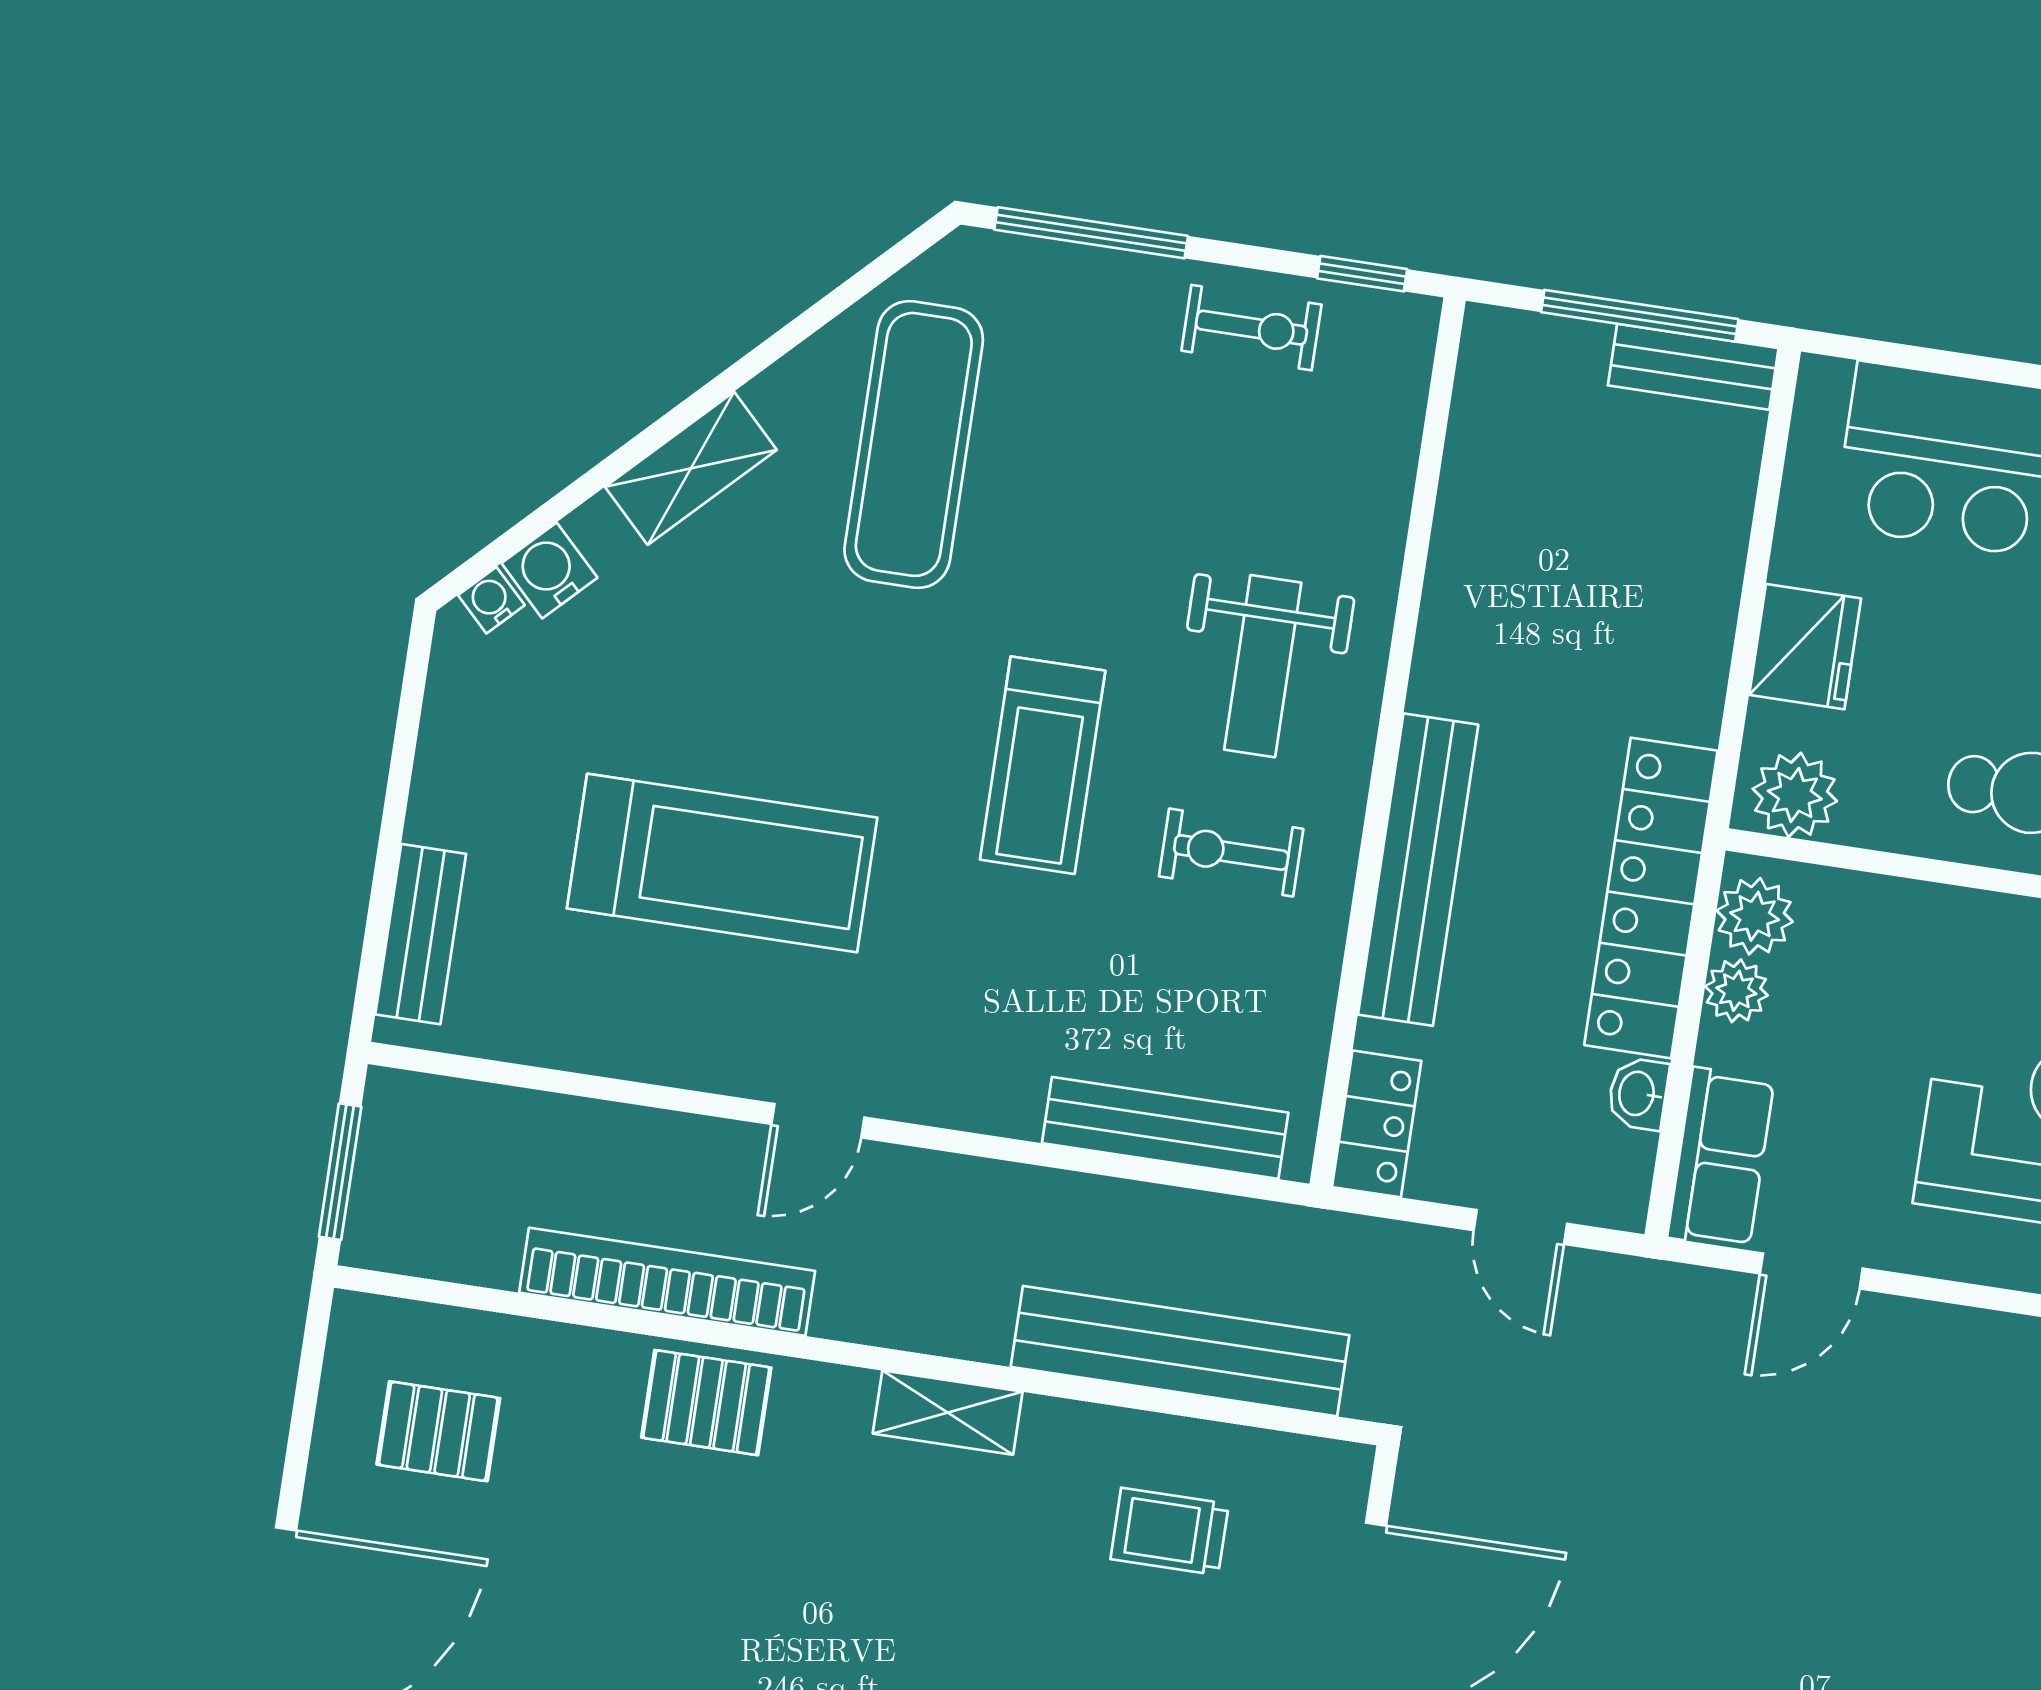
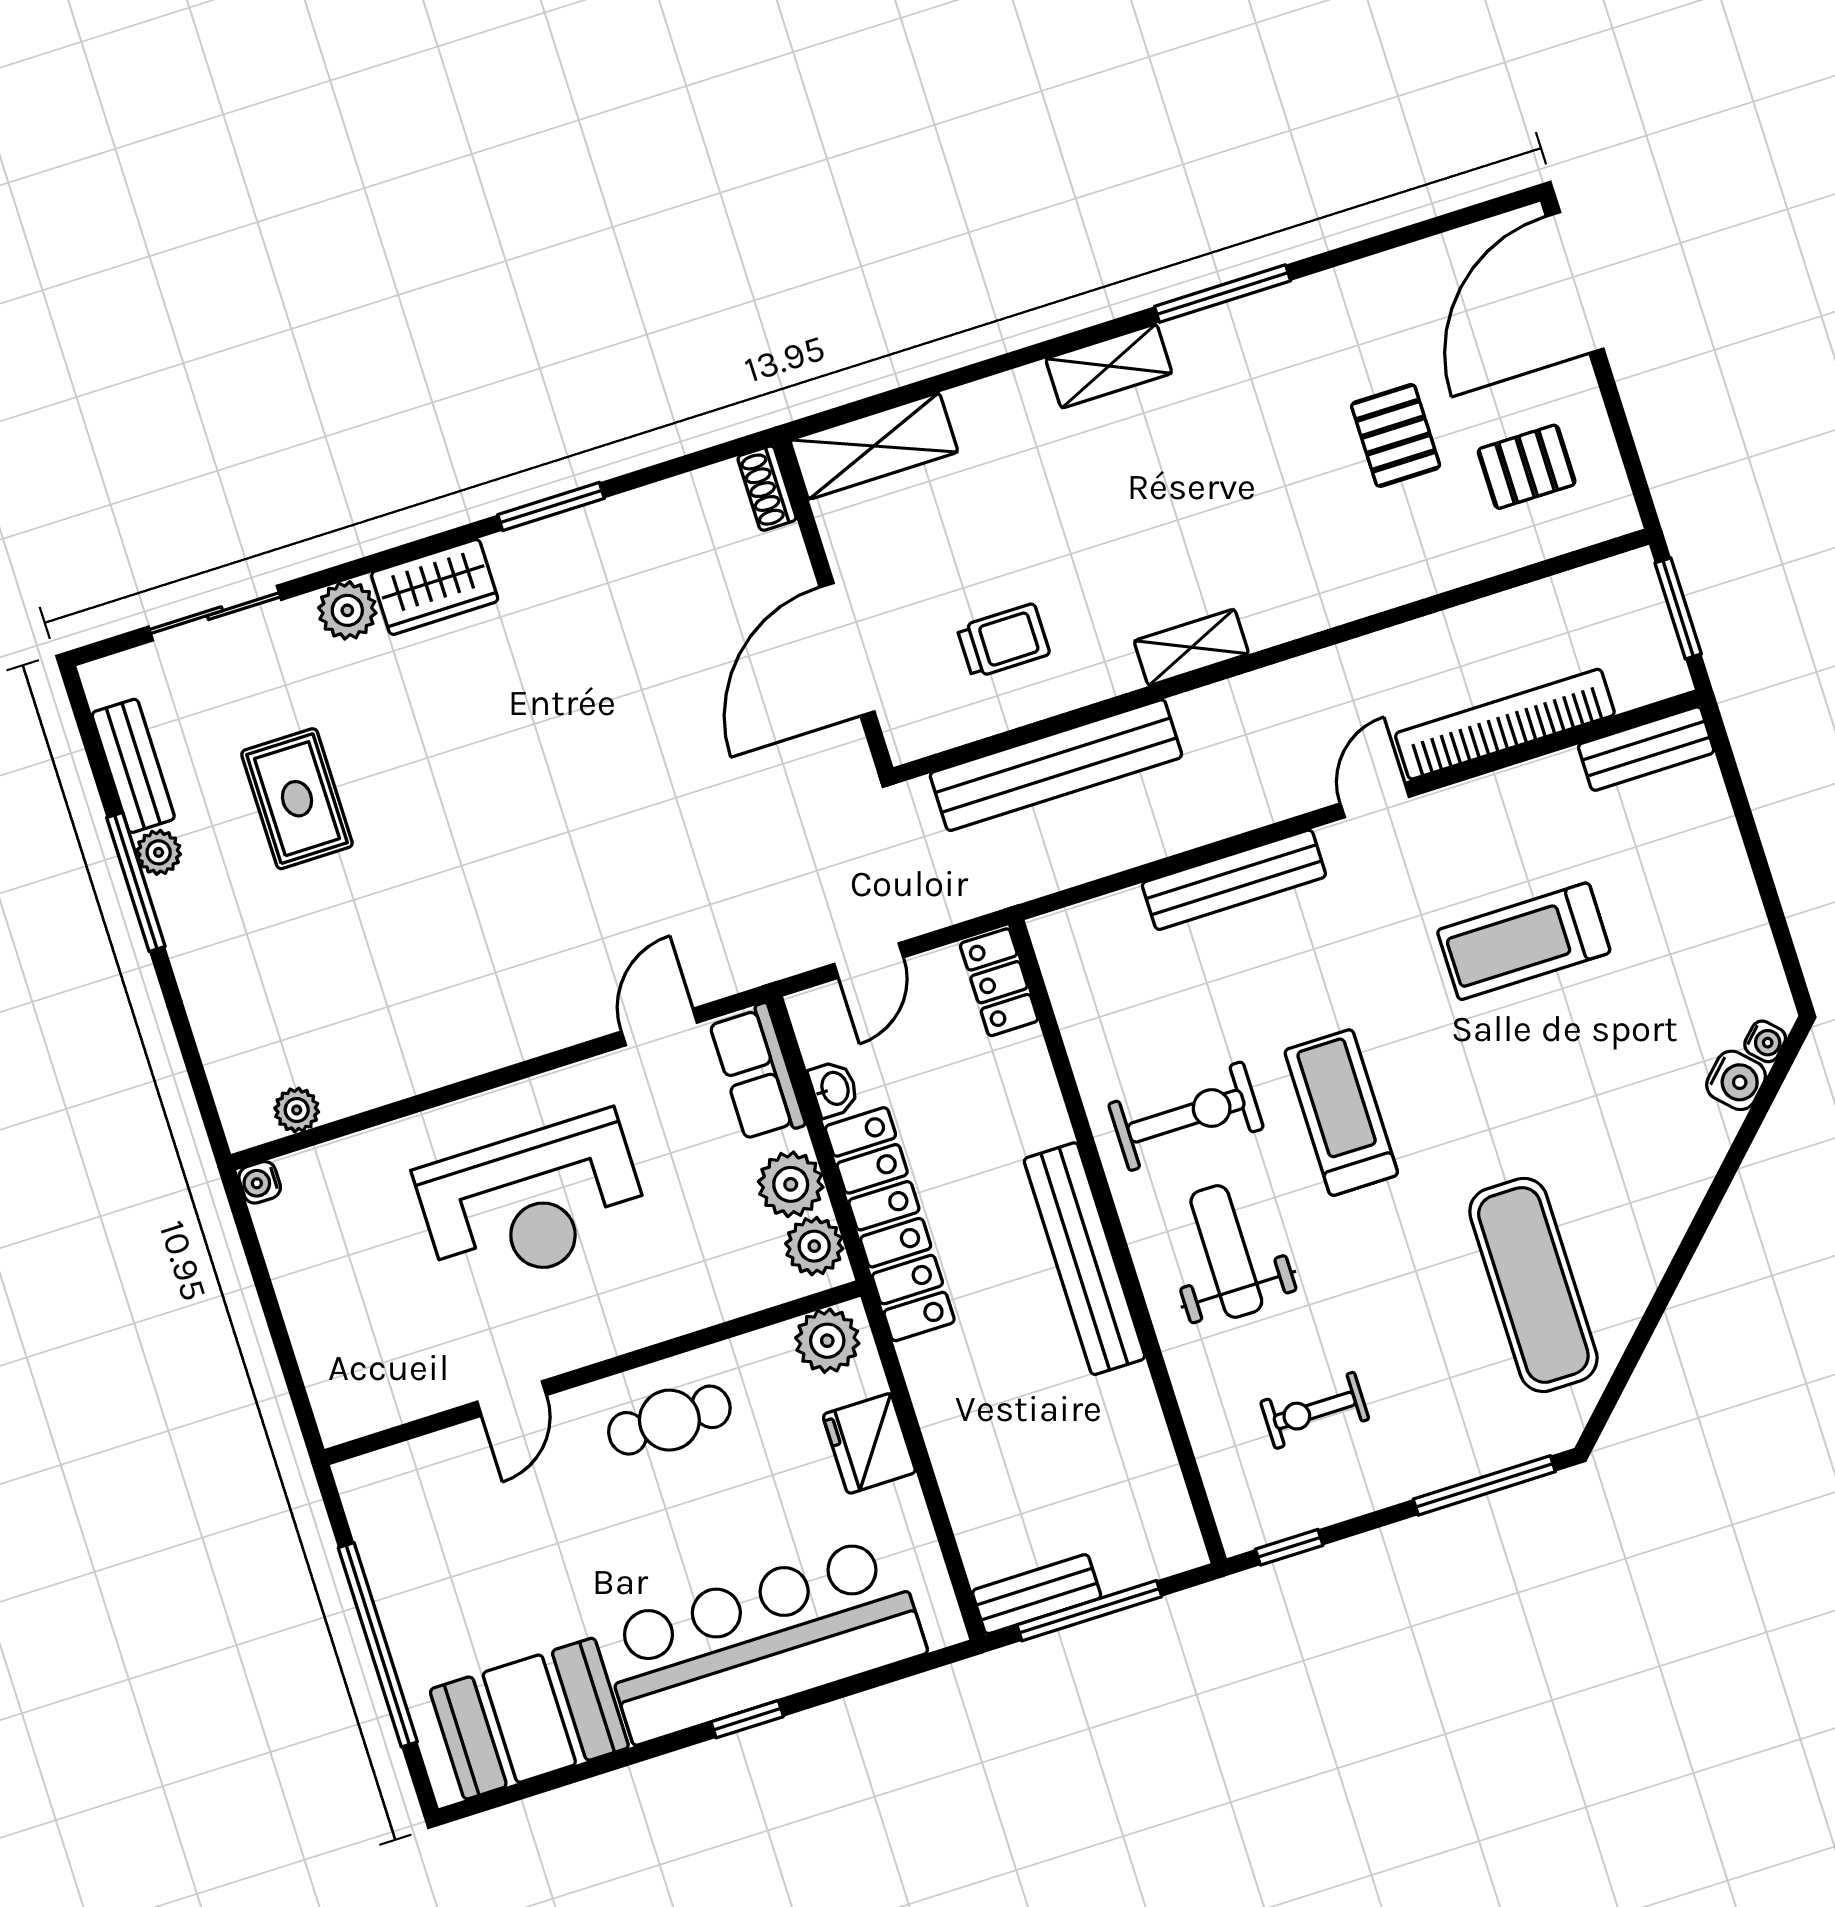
exercise bike: (1252, 328) -> (1315, 1410), moved
shelving: (691, 468) -> (1675, 1195), removed
exercise bike: (1231, 853) -> (1186, 1116), width x1.38, depth x1.39
treadmill: (722, 863) -> (1524, 941), width x0.73, depth x0.73
bench: (1418, 870) -> (1084, 1259), moved
bench: (421, 934) -> (1646, 749), moved, turned 90
plant: (1736, 991) -> (791, 1184), width x1.38, depth x1.38
bench: (1165, 1128) -> (1234, 880), moved
door: (1520, 1227) -> (869, 961), swing flipped
bookcase: (667, 1282) -> (1505, 724), moved, turned 180
pallet: (706, 1403) -> (1396, 436), moved, turned 90

